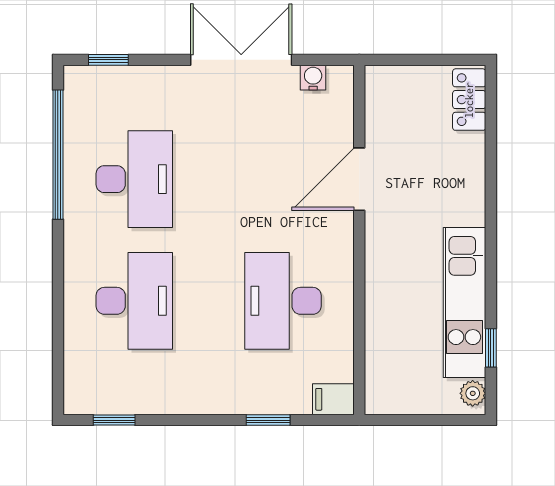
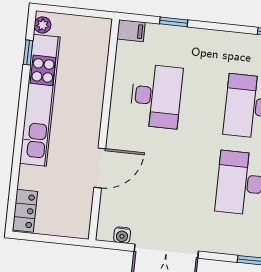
kitchen unit: (464, 302) -> (40, 100), width x1.36

